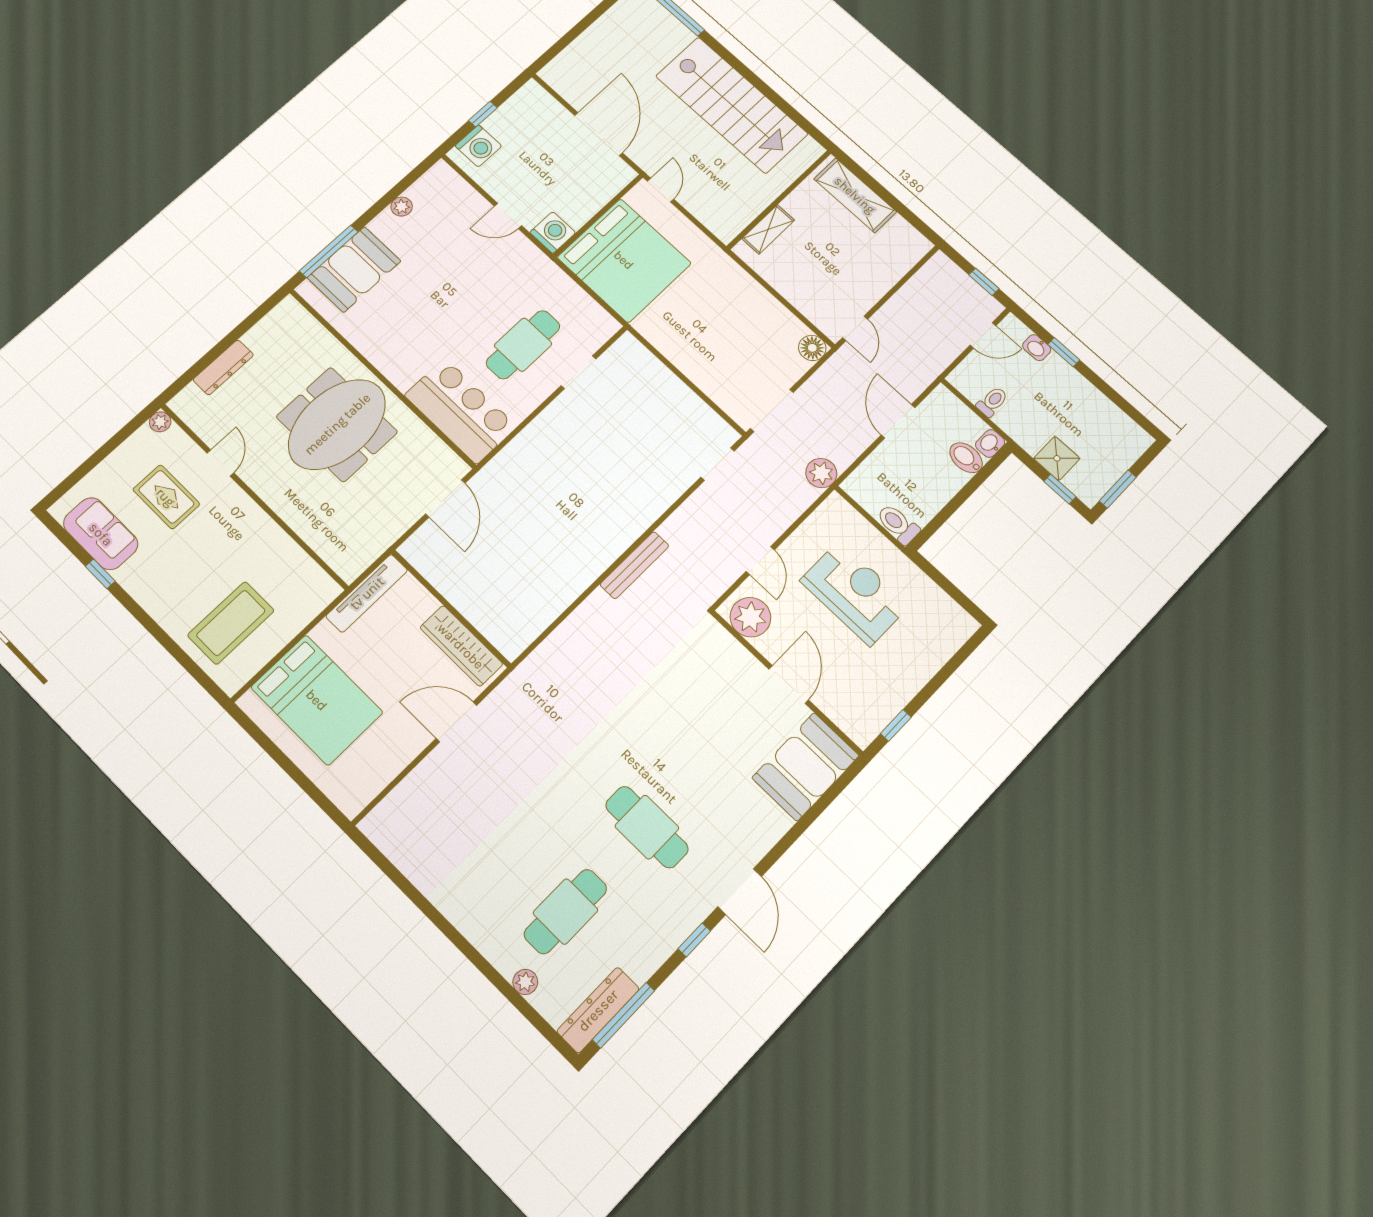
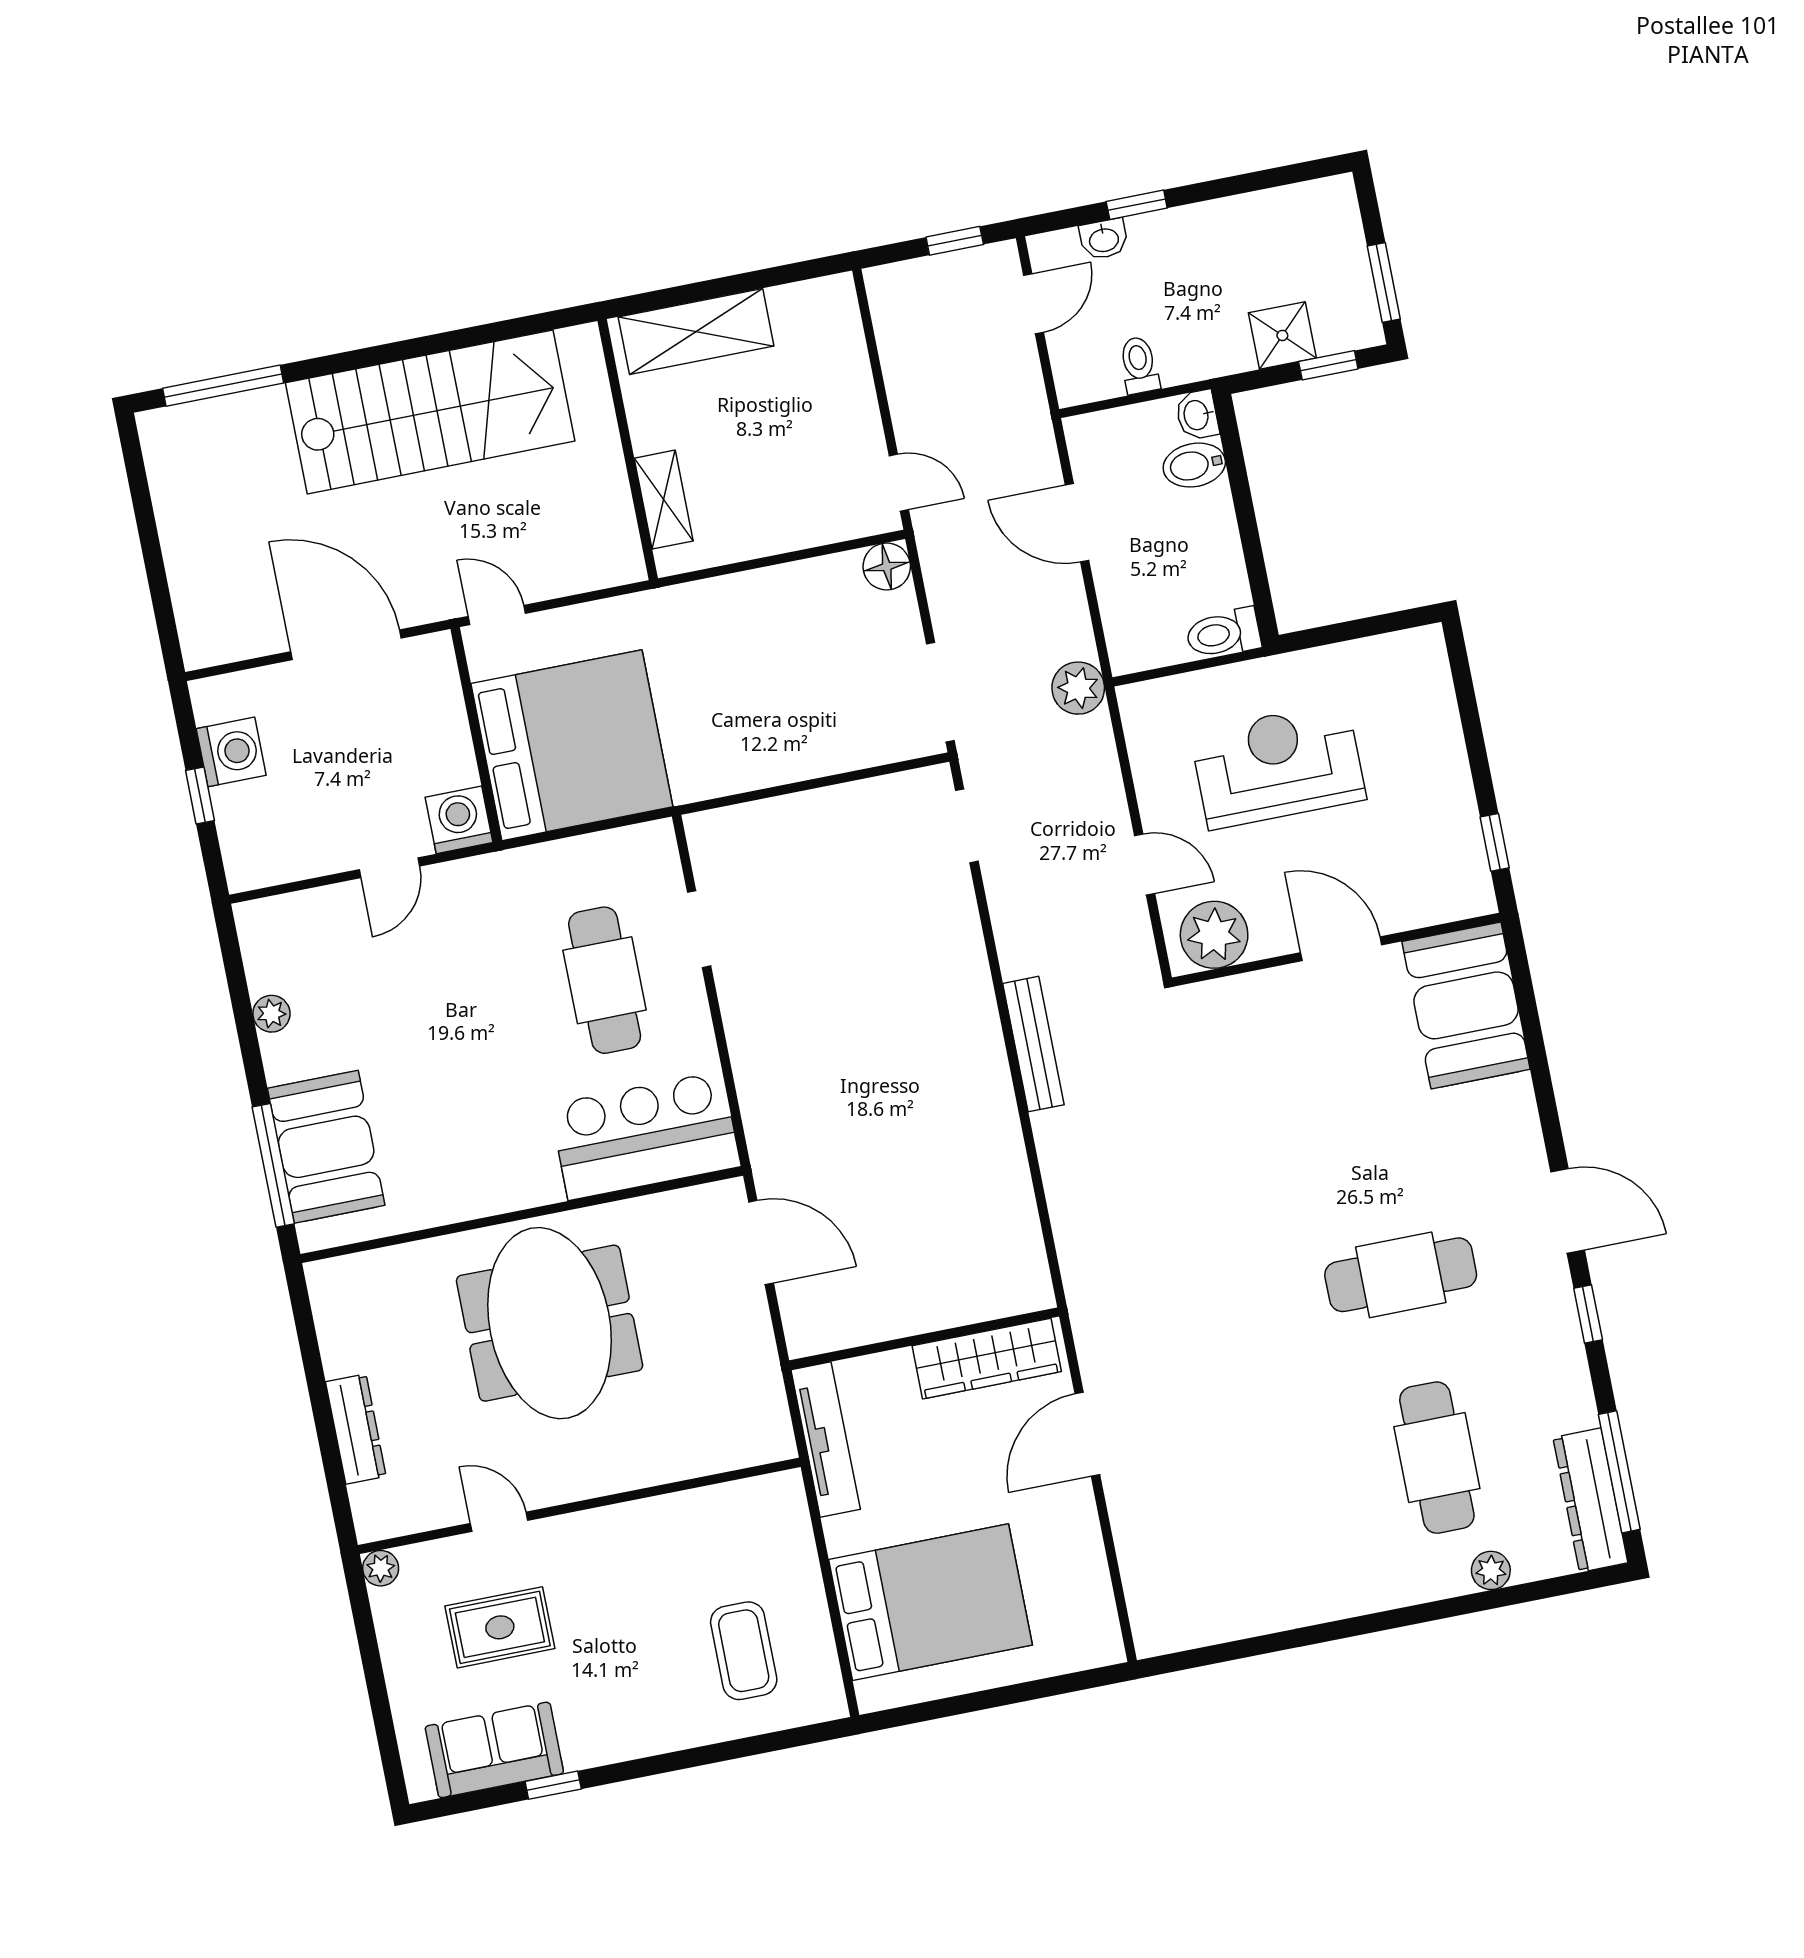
washing machine: (478, 146) -> (231, 752), moved
coffee table: (231, 623) -> (744, 1651), width x0.73, depth x0.76

